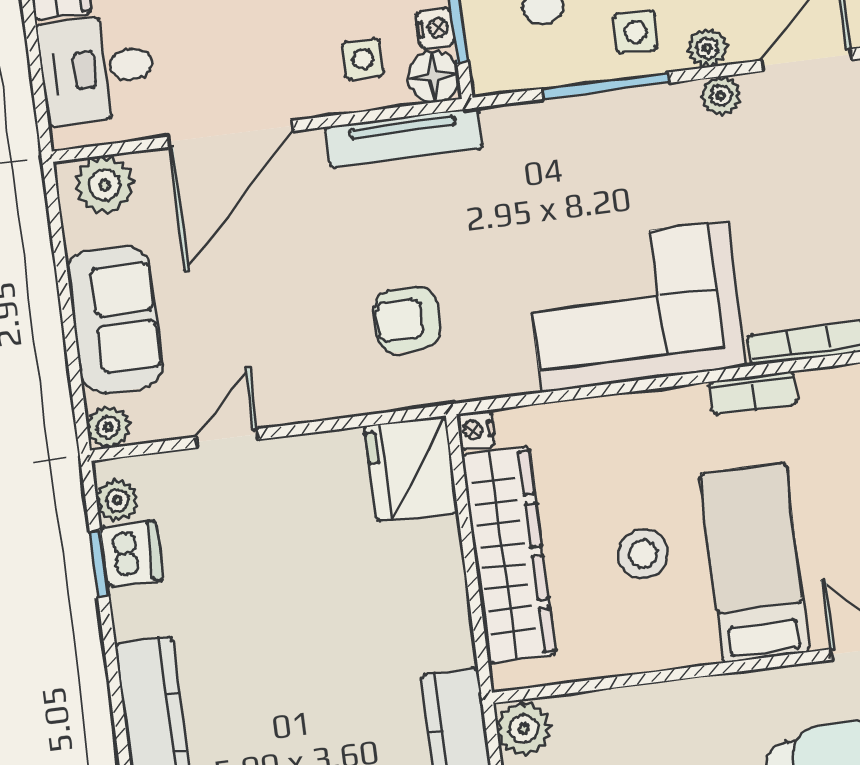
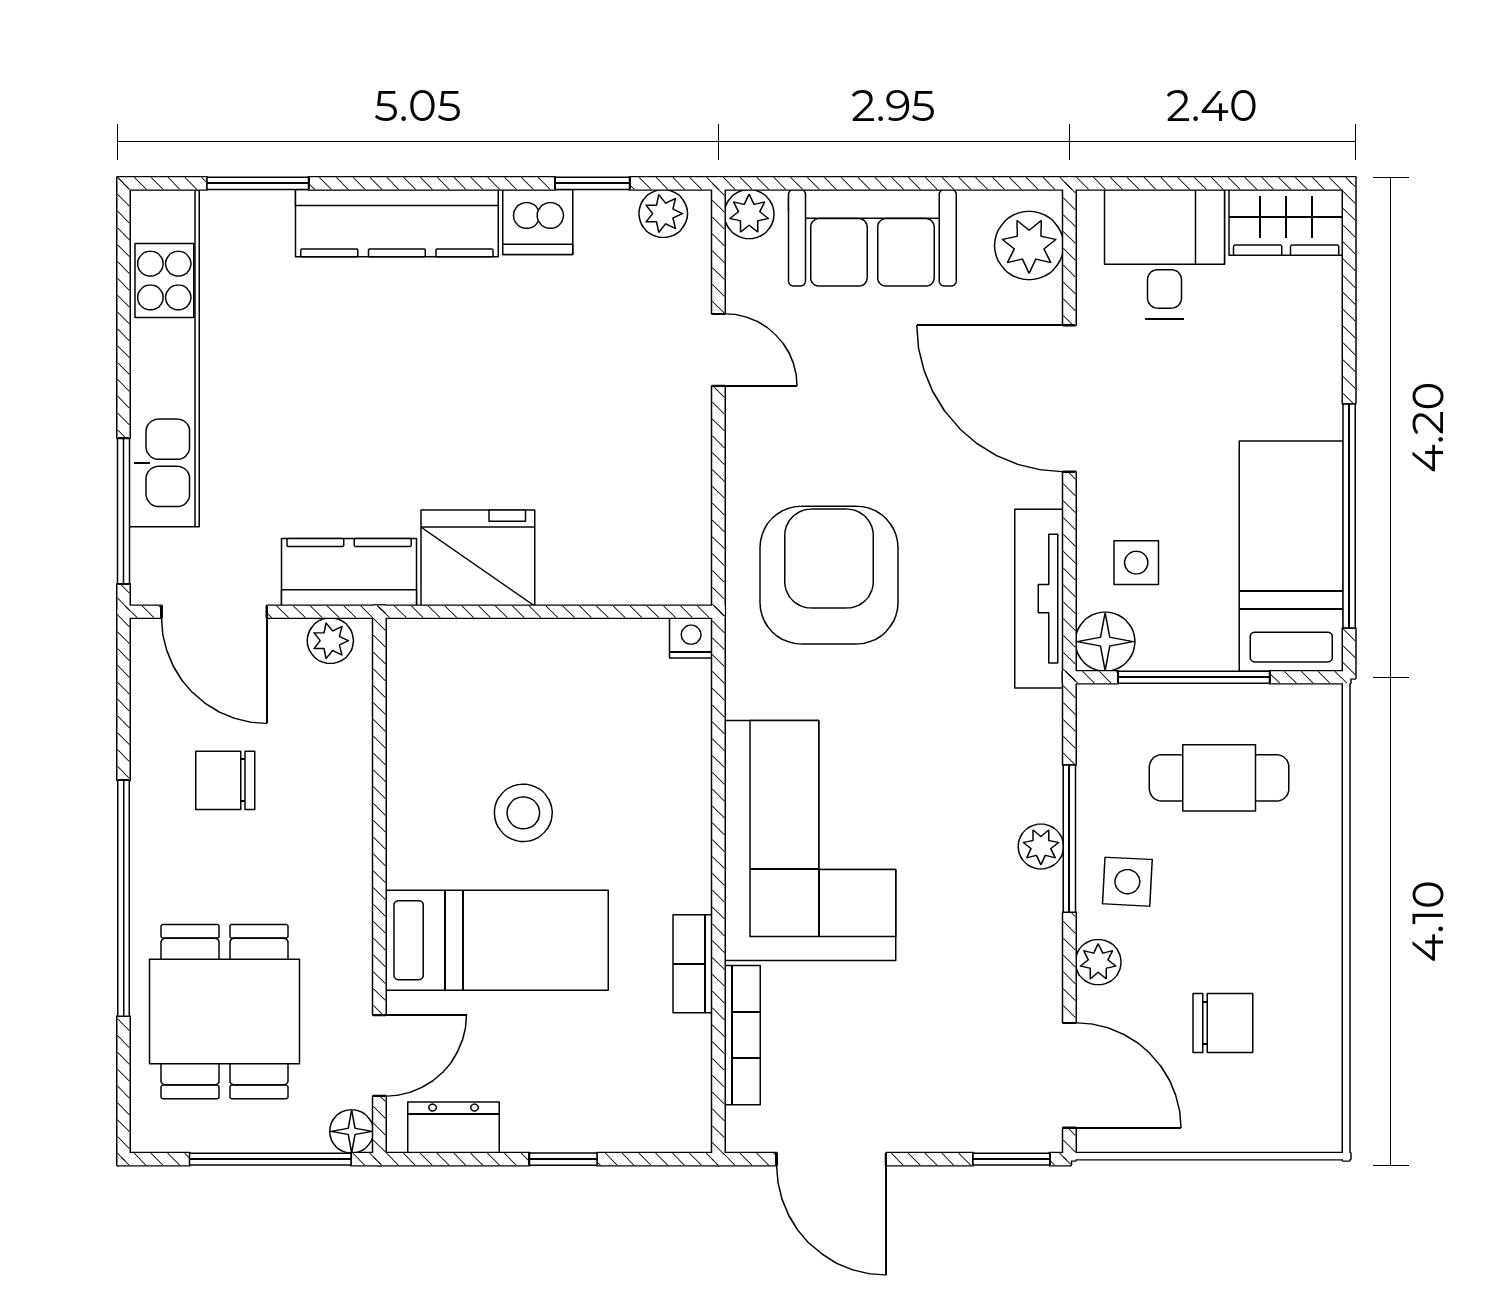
nightstand: (435, 28) -> (1161, 651), removed
plant: (721, 96) -> (1041, 847), moved
armchair: (407, 319) -> (829, 575), width x1.88, depth x1.88
fridge: (411, 469) -> (478, 558), moved
dishwasher: (131, 554) -> (538, 222), moved
wardrobe: (509, 555) -> (542, 657), removed
plant: (524, 729) -> (330, 641), width x0.73, depth x0.73

